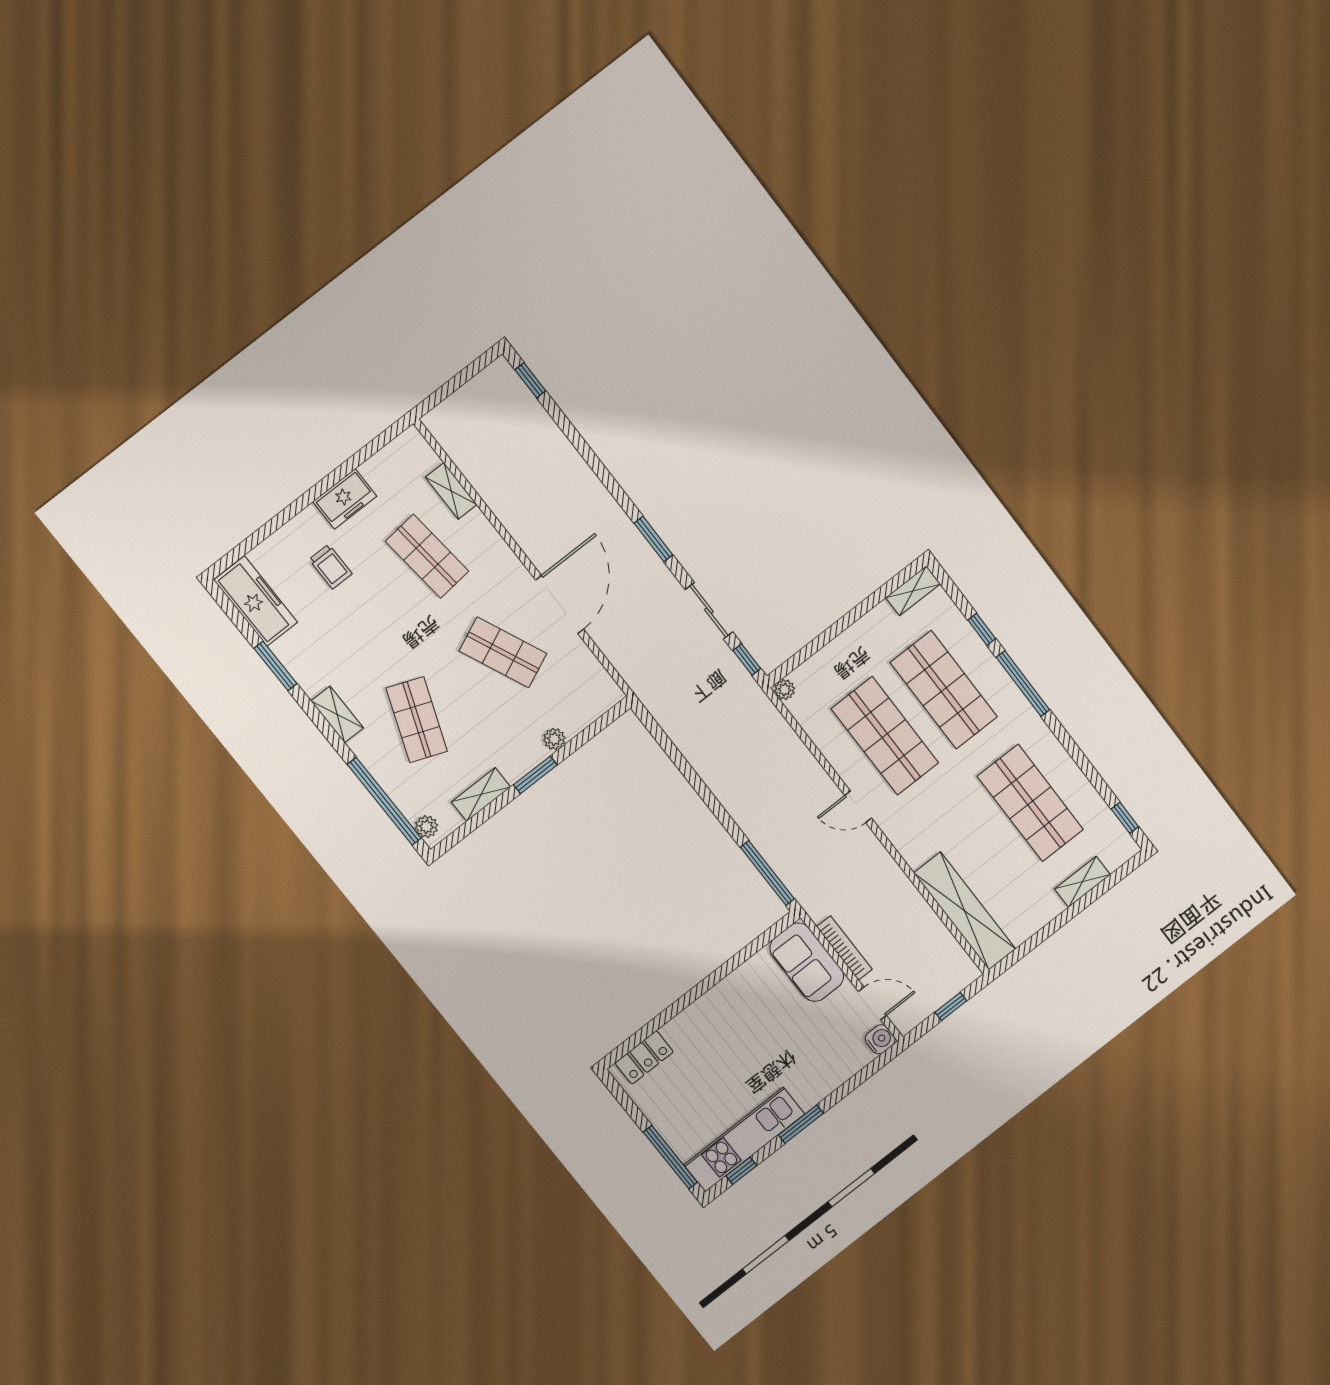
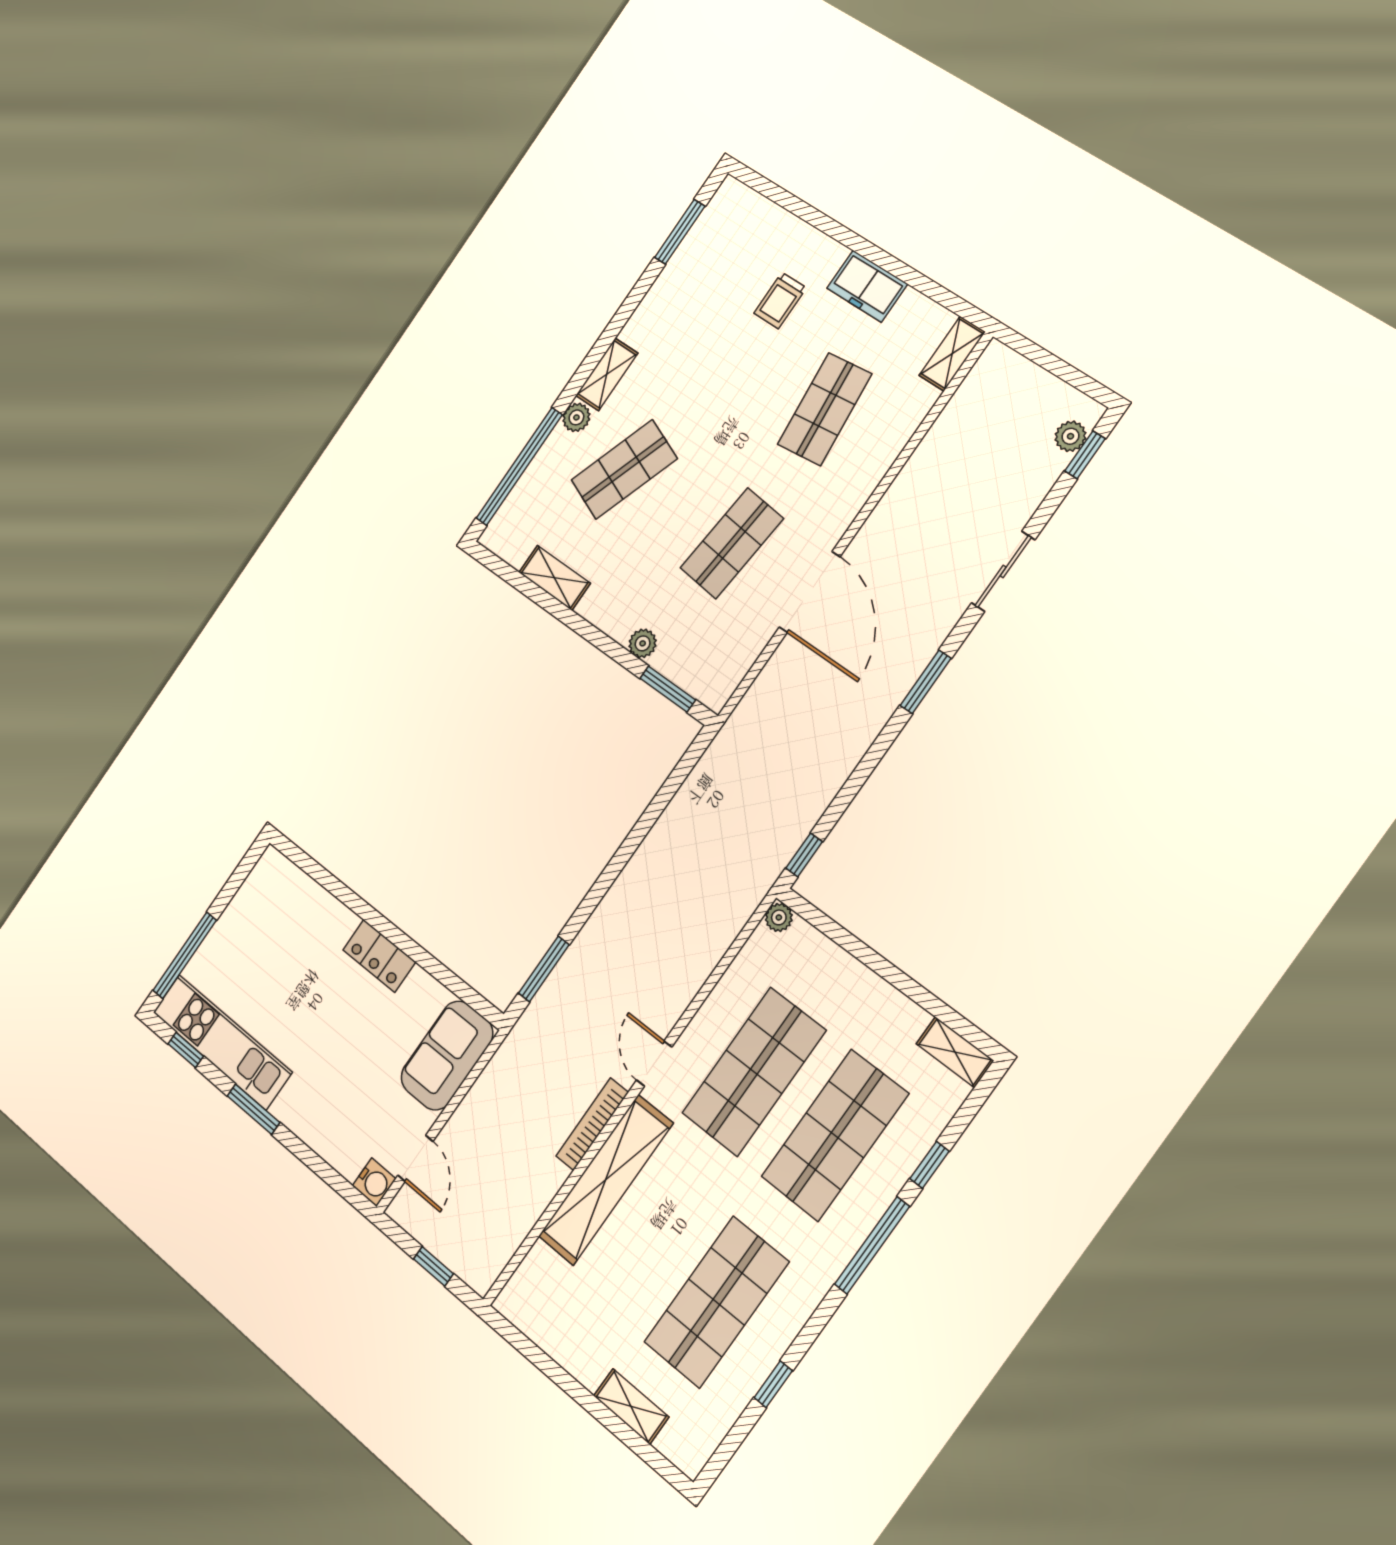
plant: (513, 386) -> (1070, 436), added
shelving: (451, 491) -> (952, 354), moved
freezer: (256, 601) -> (715, 231), removed
door: (560, 604) -> (810, 592), hinge flipped
sliding door: (709, 611) -> (1003, 571), moved
shop shelf: (503, 652) -> (732, 543), turned 30
window: (275, 666) -> (680, 232), moved
window: (535, 775) -> (668, 689), moved
window: (1125, 818) -> (773, 1384), moved
plant: (426, 827) -> (576, 417), moved
window: (767, 873) -> (544, 969), width x0.69
shelving: (965, 911) -> (606, 1180), moved
bookcase: (844, 948) -> (592, 1124), moved, turned 180
locker: (644, 1057) -> (379, 956), moved

